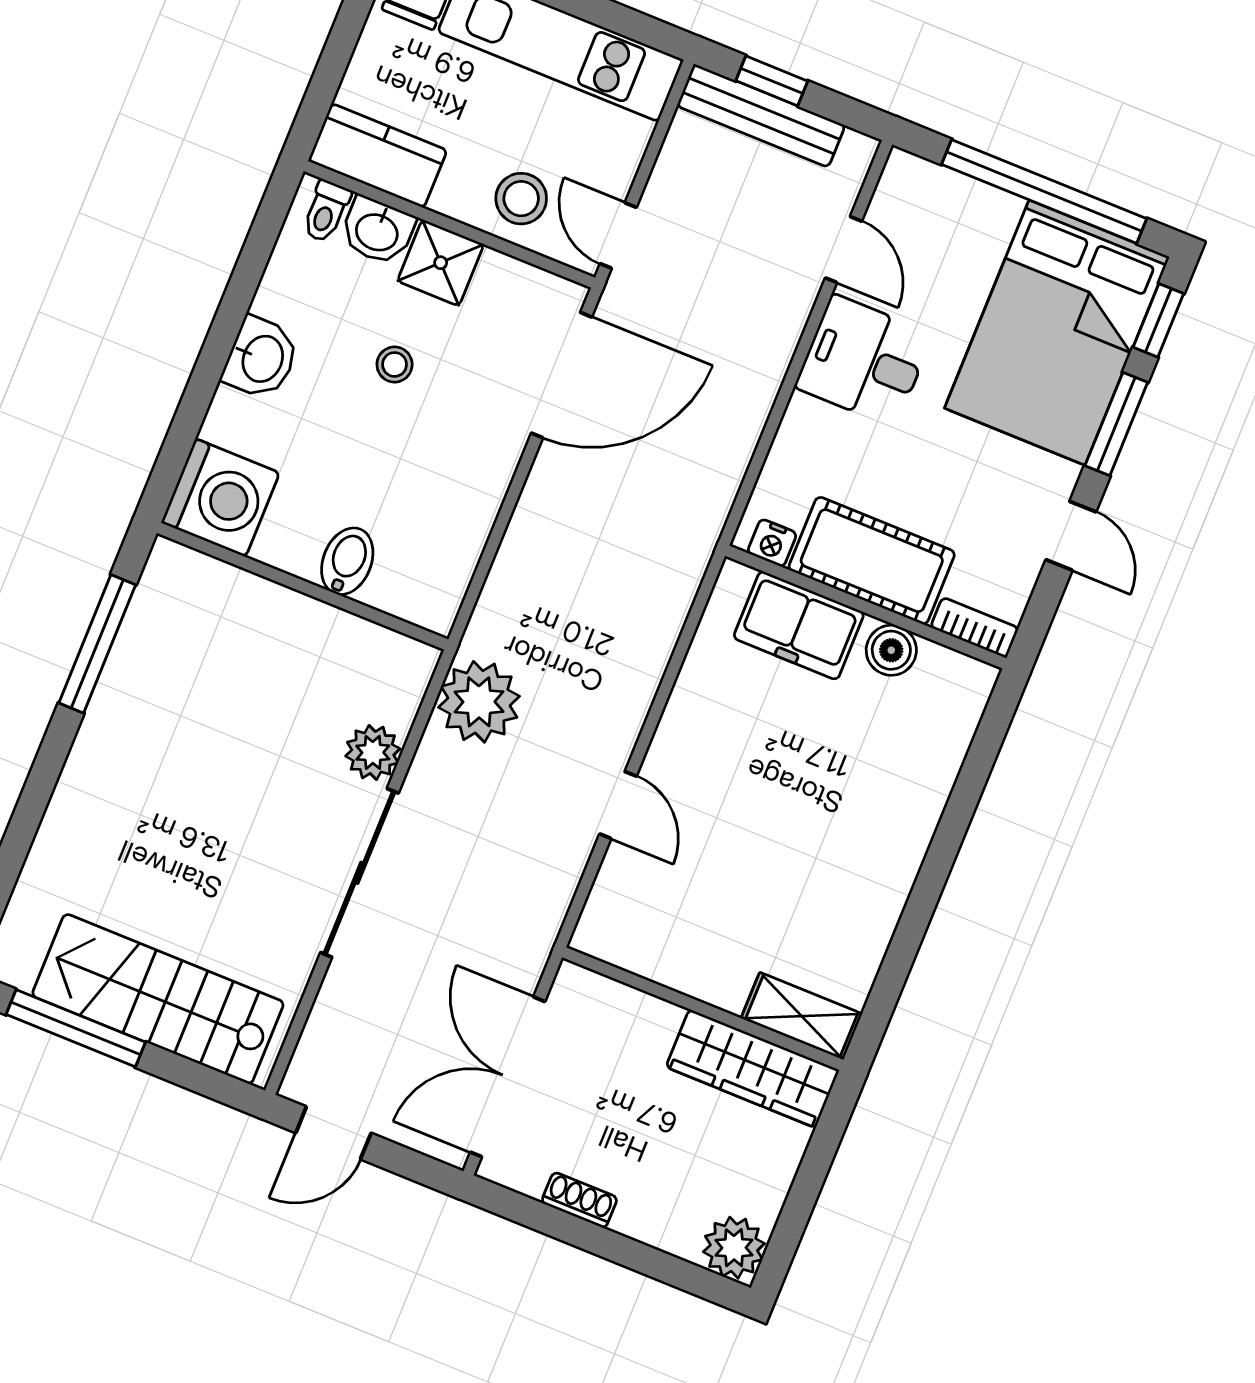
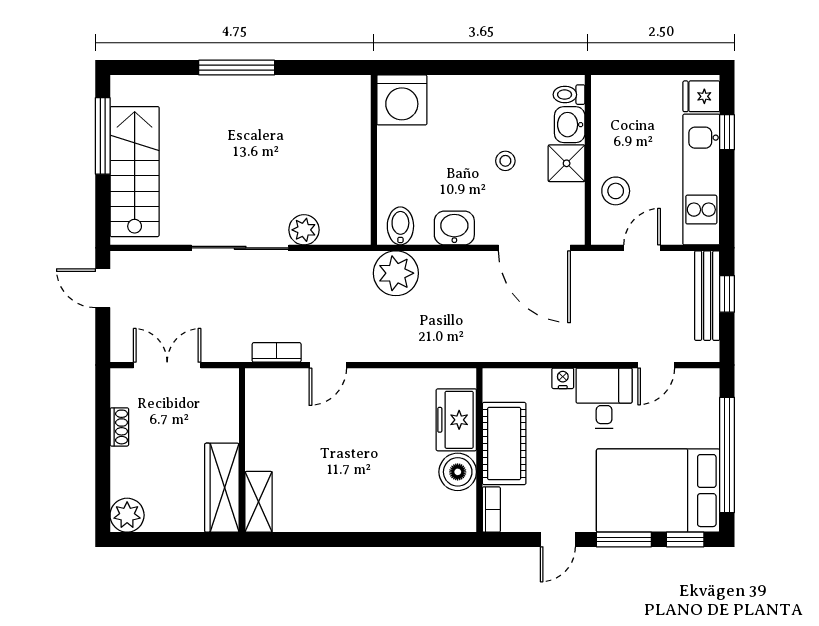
kitchen counter: (378, 156) -> (608, 109), removed
door: (618, 236) -> (642, 248), moved
washbasin: (261, 358) -> (454, 228), moved, turned 180
nightstand: (772, 543) -> (563, 378), moved, turned 90
bidet: (347, 561) -> (400, 226), moved, turned -90
window: (97, 644) -> (237, 68), moved
boiler: (891, 650) -> (458, 472), width x1.36, depth x1.36
plant: (479, 702) -> (396, 273), moved
bookcase: (561, 883) -> (277, 352), added
double door: (508, 1077) -> (167, 365), width x0.73

